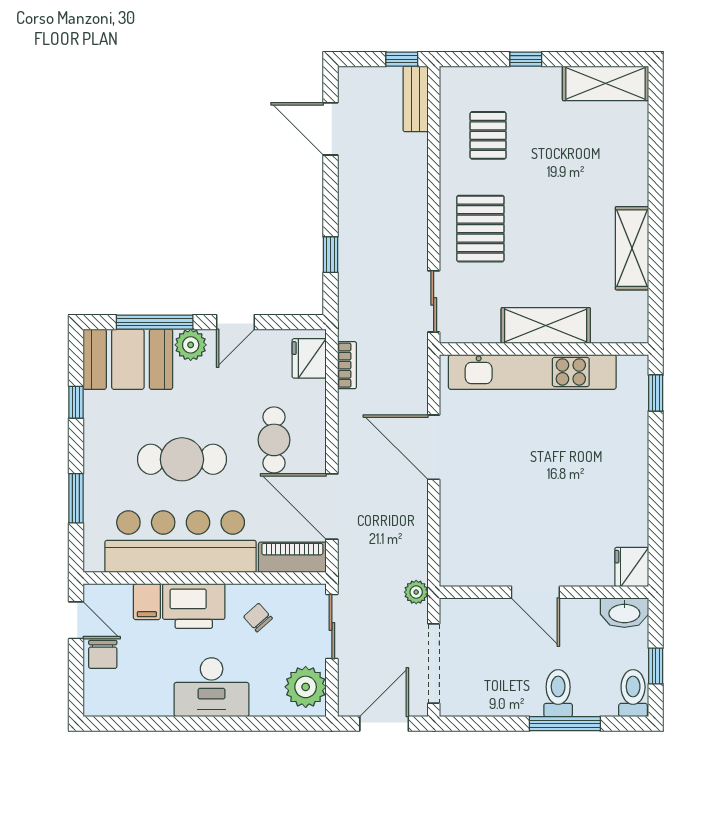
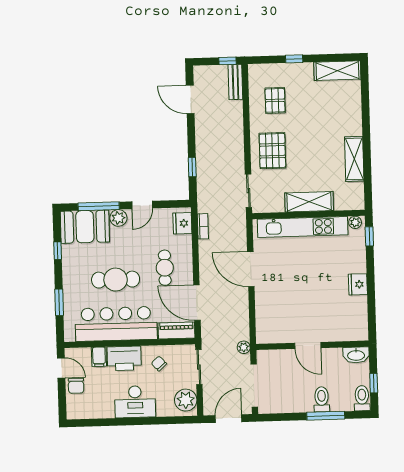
plant: (630, 366) -> (355, 222), added
fridge: (632, 567) -> (358, 284), moved

